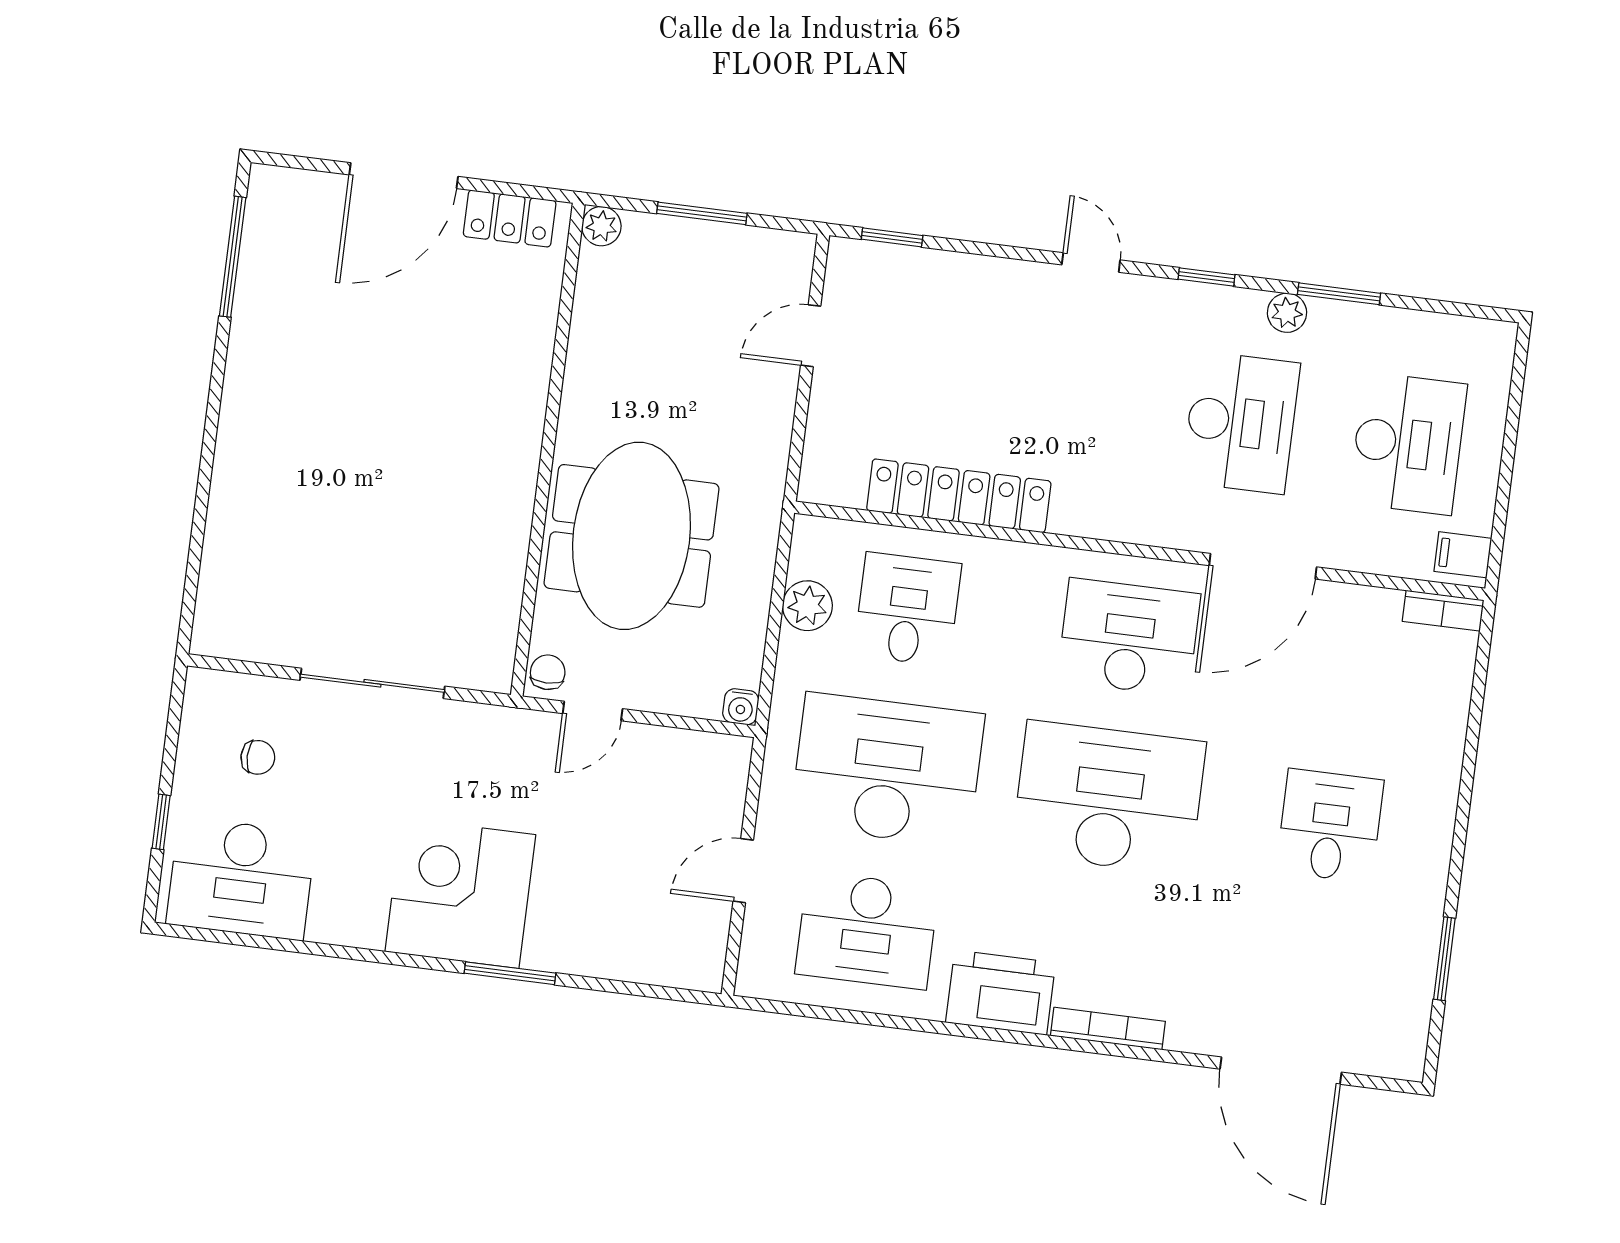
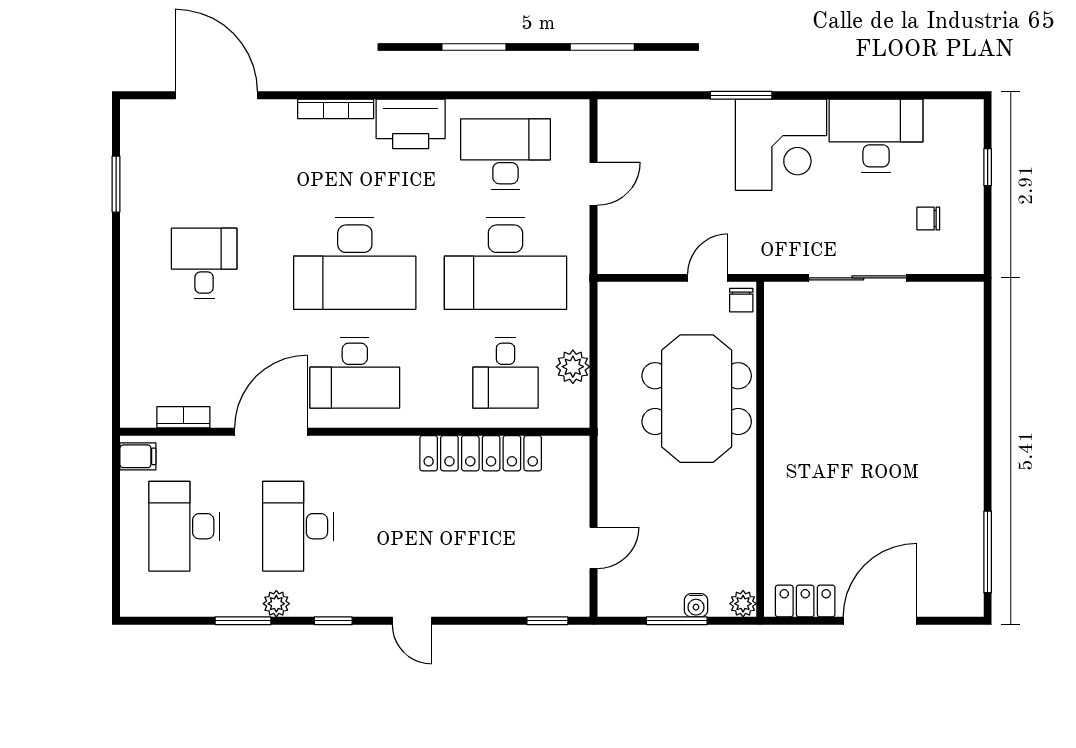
bookcase: (1443, 611) -> (183, 417), moved
water cooler: (741, 707) -> (696, 605), moved, turned 180
desk: (1330, 826) -> (204, 263), turned 180
desk: (241, 879) -> (876, 136), moved

